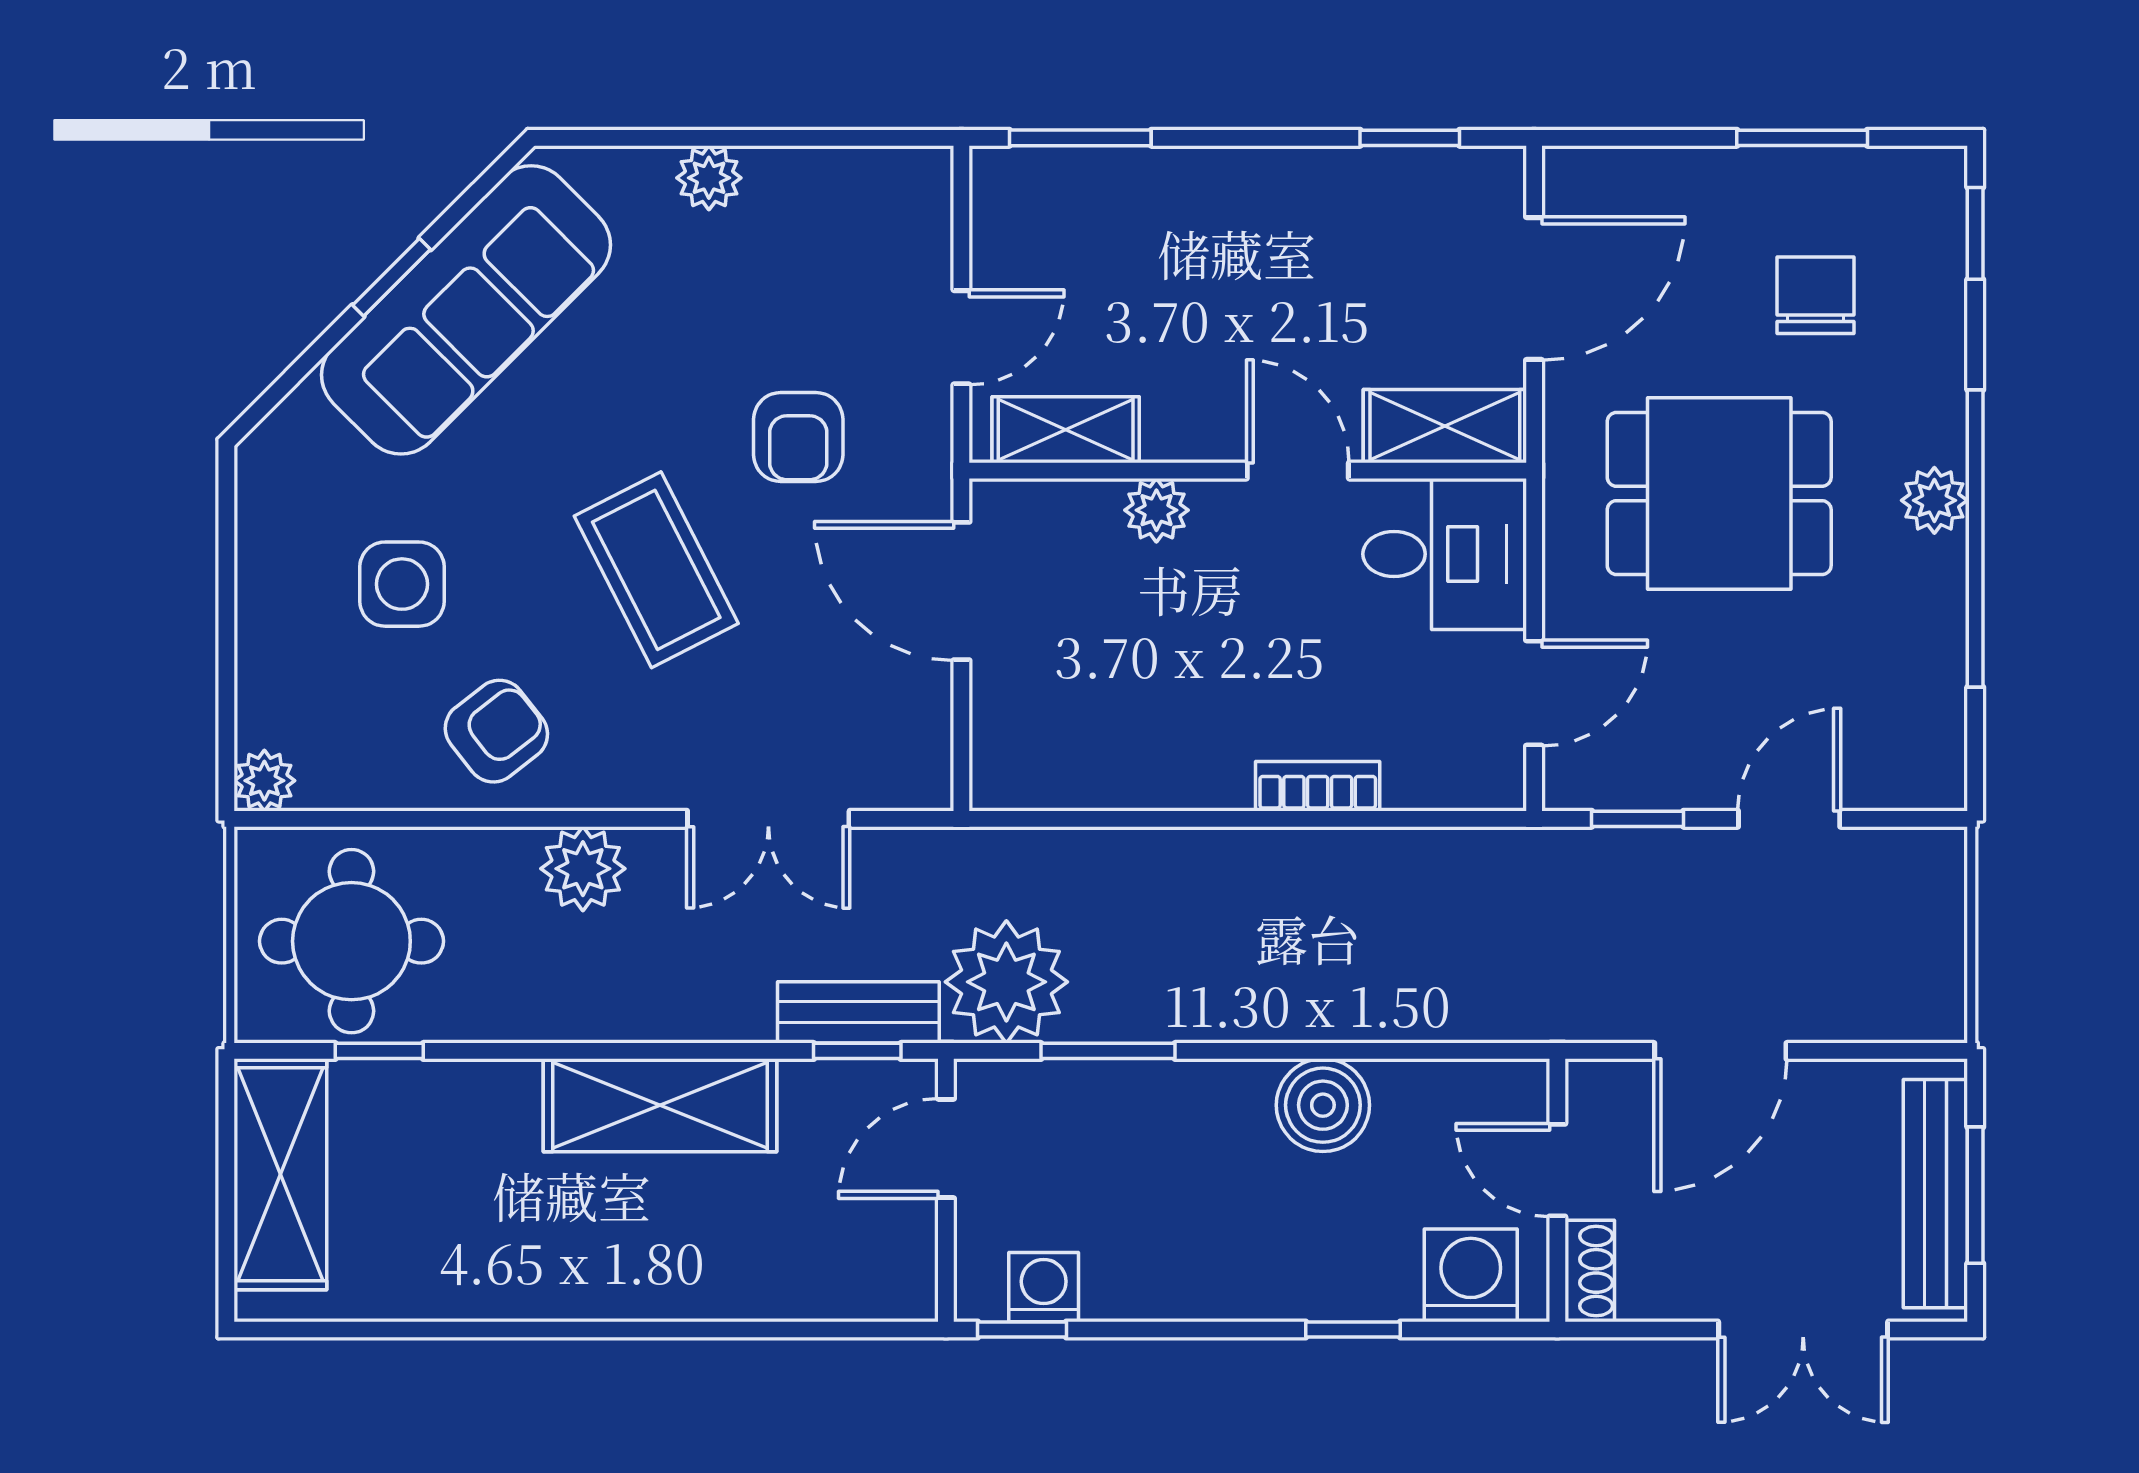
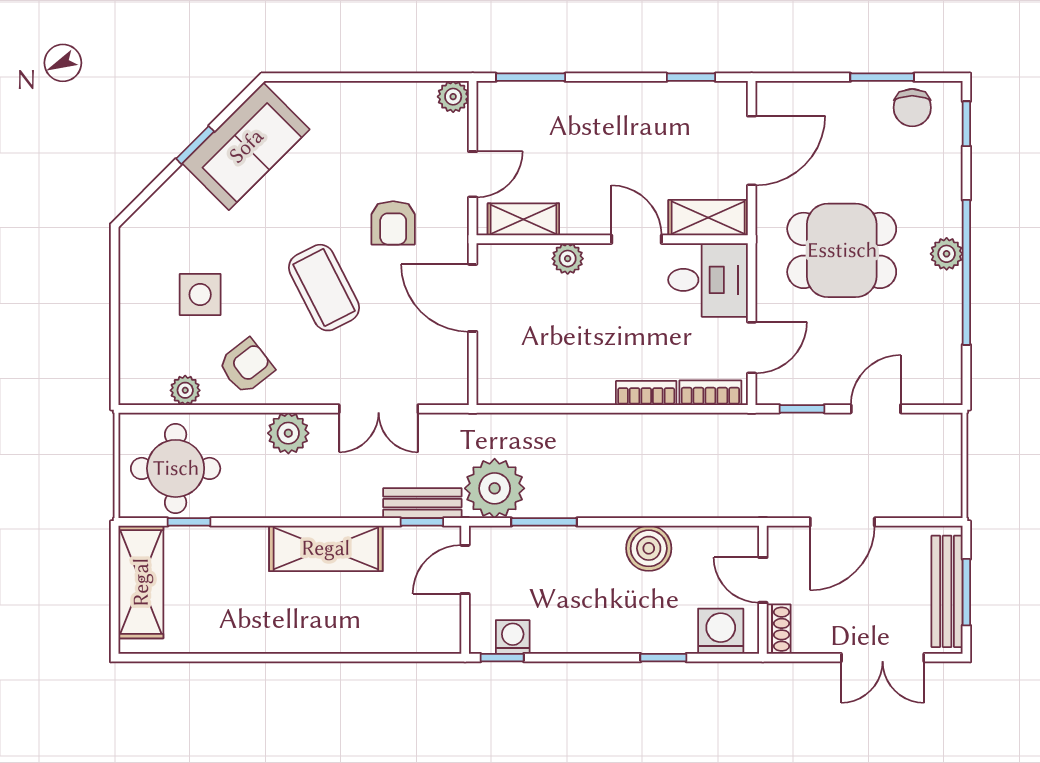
plant: (709, 178) -> (453, 97), moved
chair: (1816, 295) -> (912, 108), moved, turned 180
sofa: (466, 310) -> (246, 146), width x0.73
plant: (264, 781) -> (185, 390), moved
bookcase: (1450, 786) -> (710, 393), added

